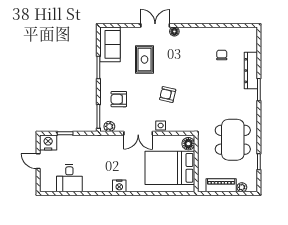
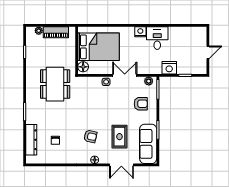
double door: (155, 25) -> (121, 165), moved
sofa: (110, 44) -> (148, 144), width x1.36
dresser: (251, 71) -> (31, 140), moved
armchair: (168, 94) -> (90, 136), moved
dining table: (233, 140) -> (55, 84), moved
nightstand: (48, 142) -> (169, 68), moved
door: (38, 161) -> (208, 52), hinge flipped
desk: (69, 178) -> (157, 38), moved

